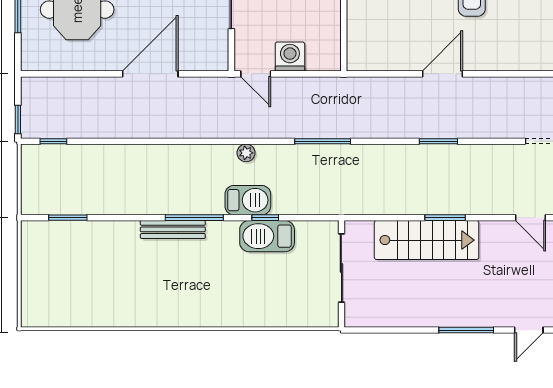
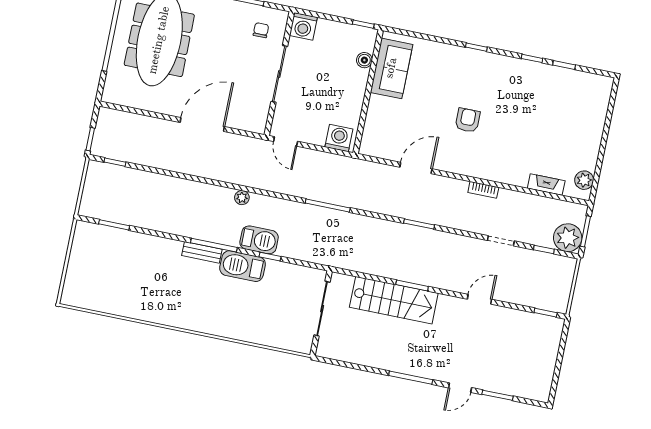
washing machine: (290, 56) -> (339, 138), moved
door: (443, 74) -> (416, 168), moved
bookcase: (508, 84) -> (483, 190), added
plant: (246, 153) -> (242, 198), moved
door: (530, 218) -> (480, 299), swing flipped
bench: (173, 229) -> (202, 252), width x0.73
barbecue: (267, 236) -> (243, 266), moved

